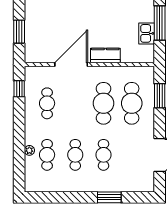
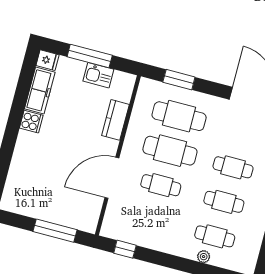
window: (19, 32) -> (55, 231), width x1.44
kitchen counter: (105, 55) -> (115, 120), moved
door: (71, 64) -> (112, 178), hinge flipped
cafe table: (47, 103) -> (161, 185), moved

